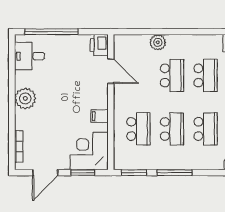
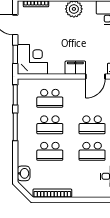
filing cabinet: (100, 116) -> (75, 68), moved, width x2.00

